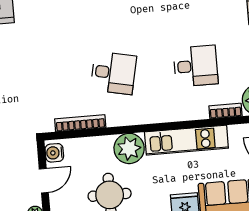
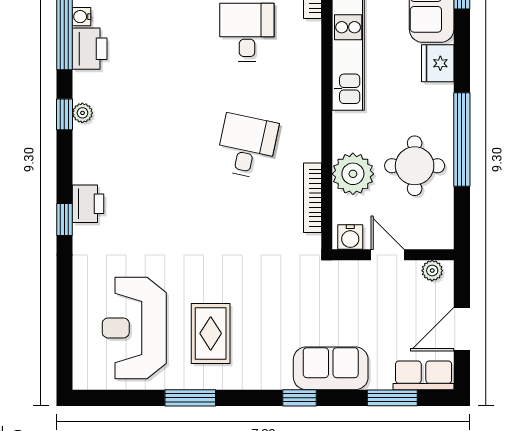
plant: (129, 148) -> (353, 174), moved

